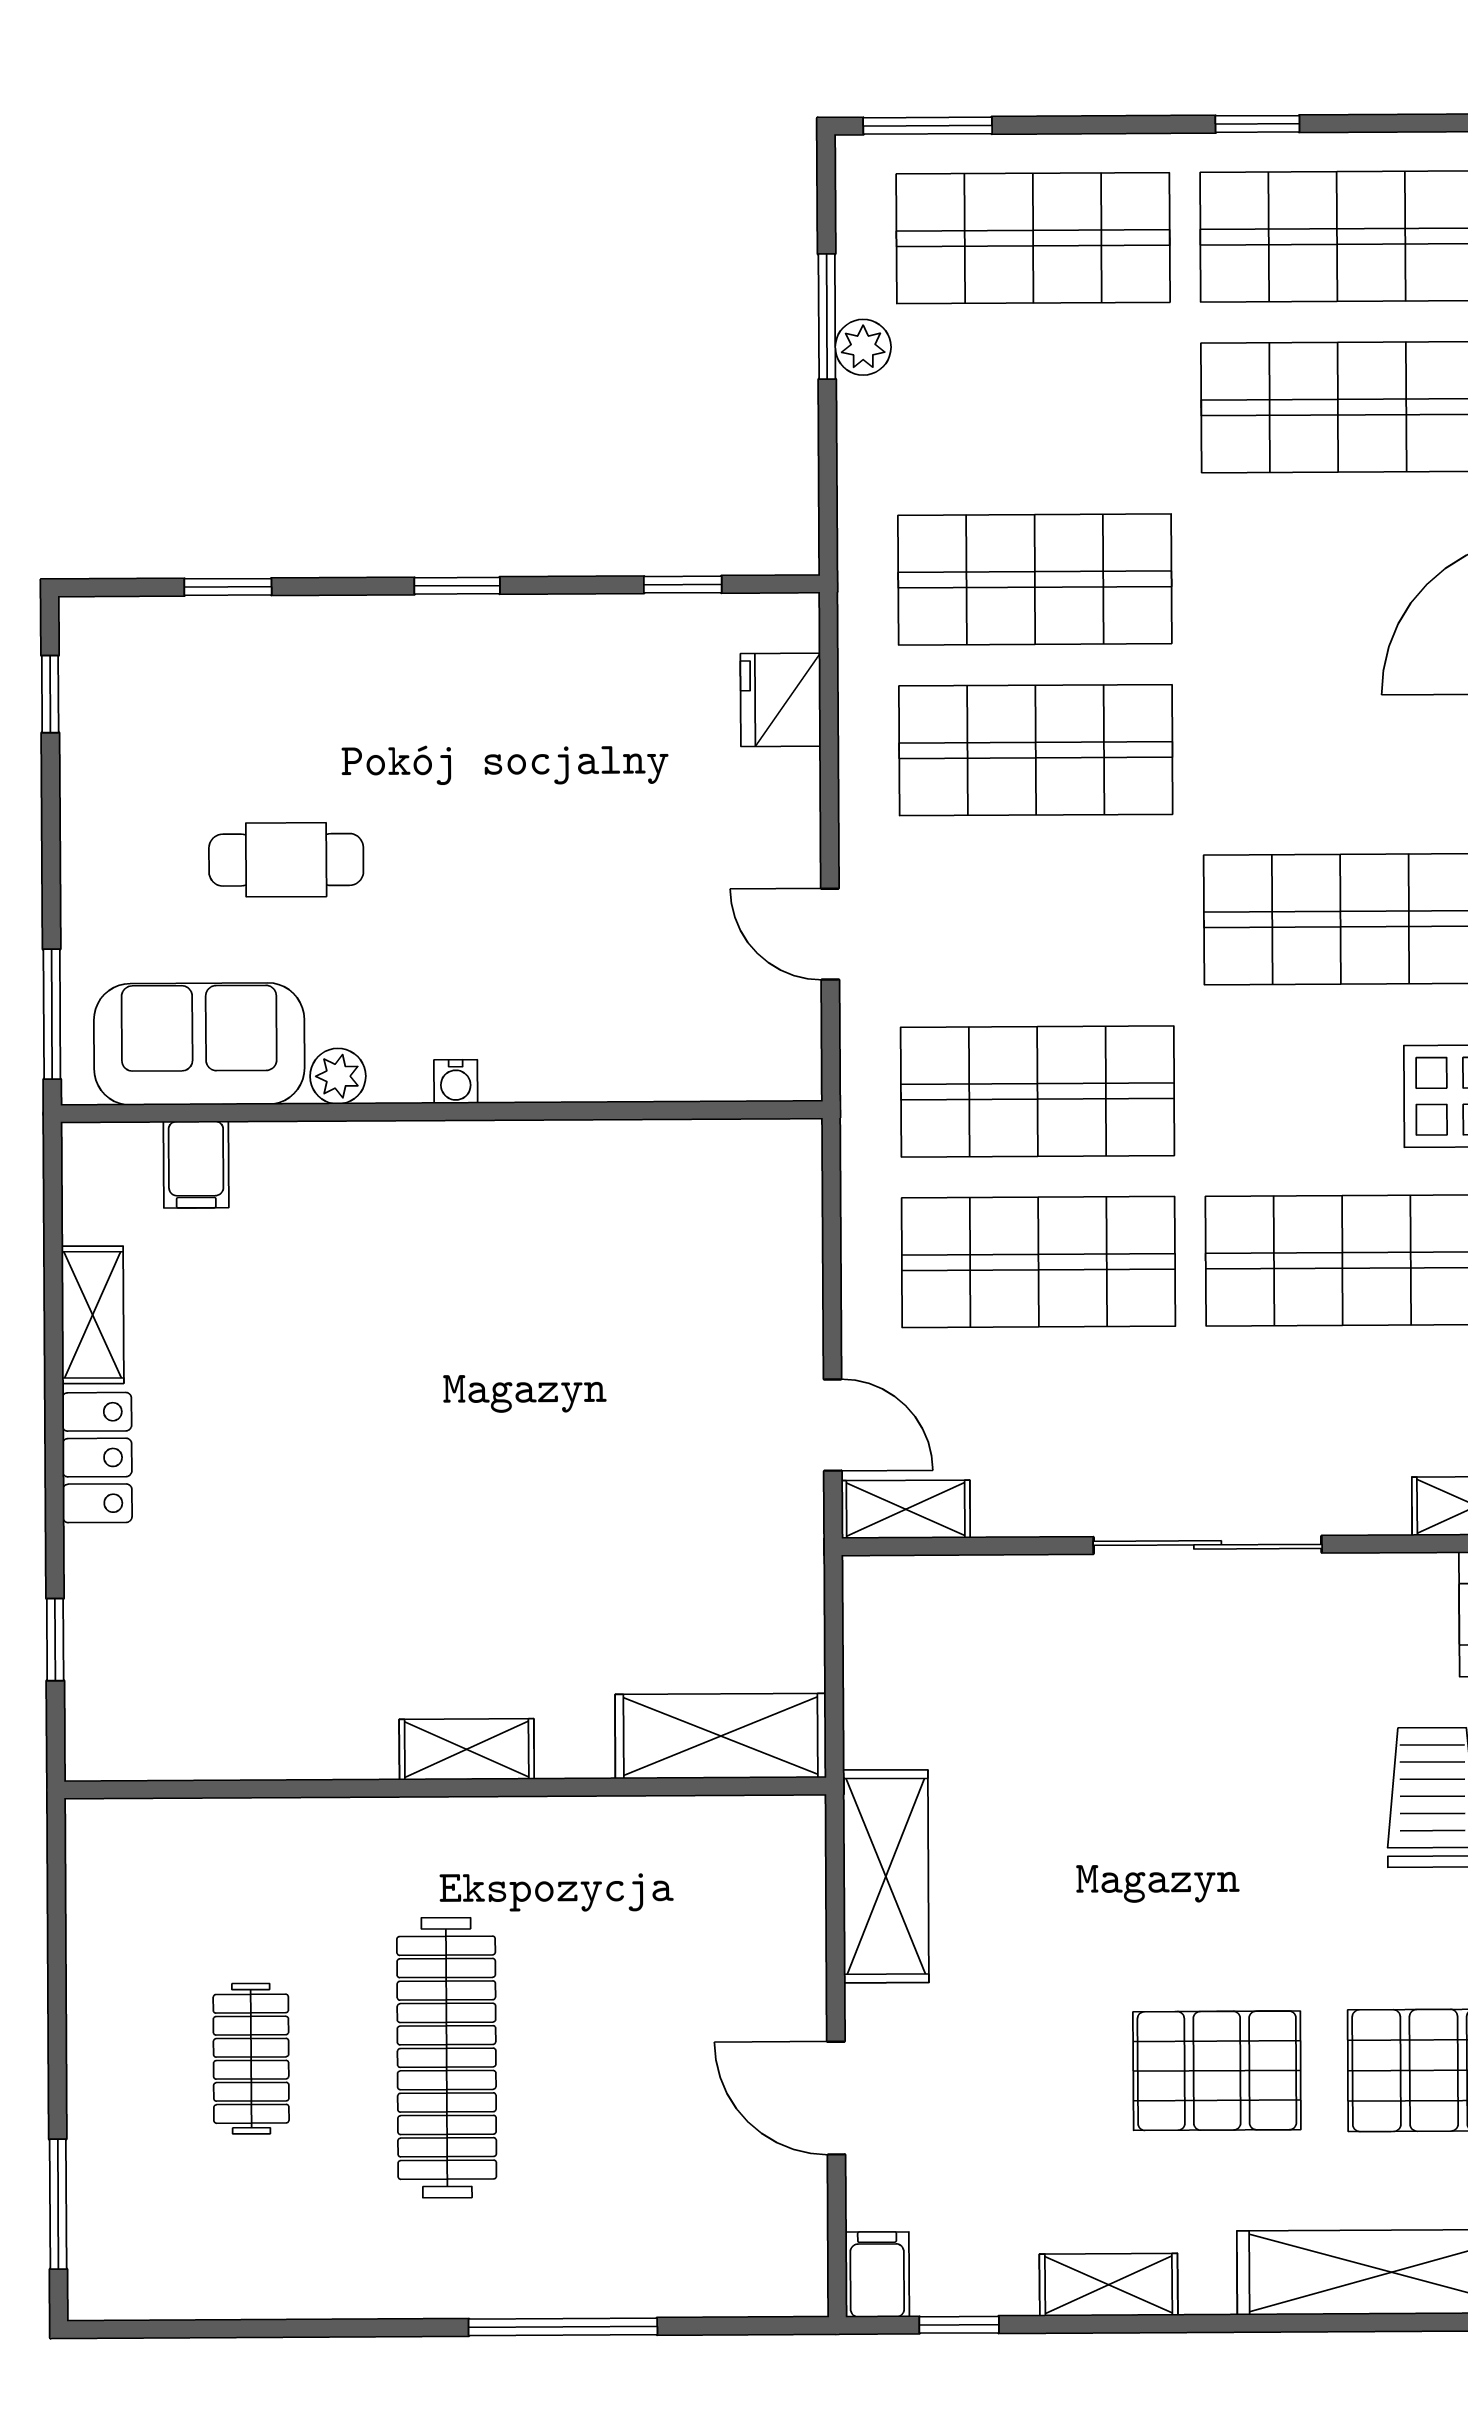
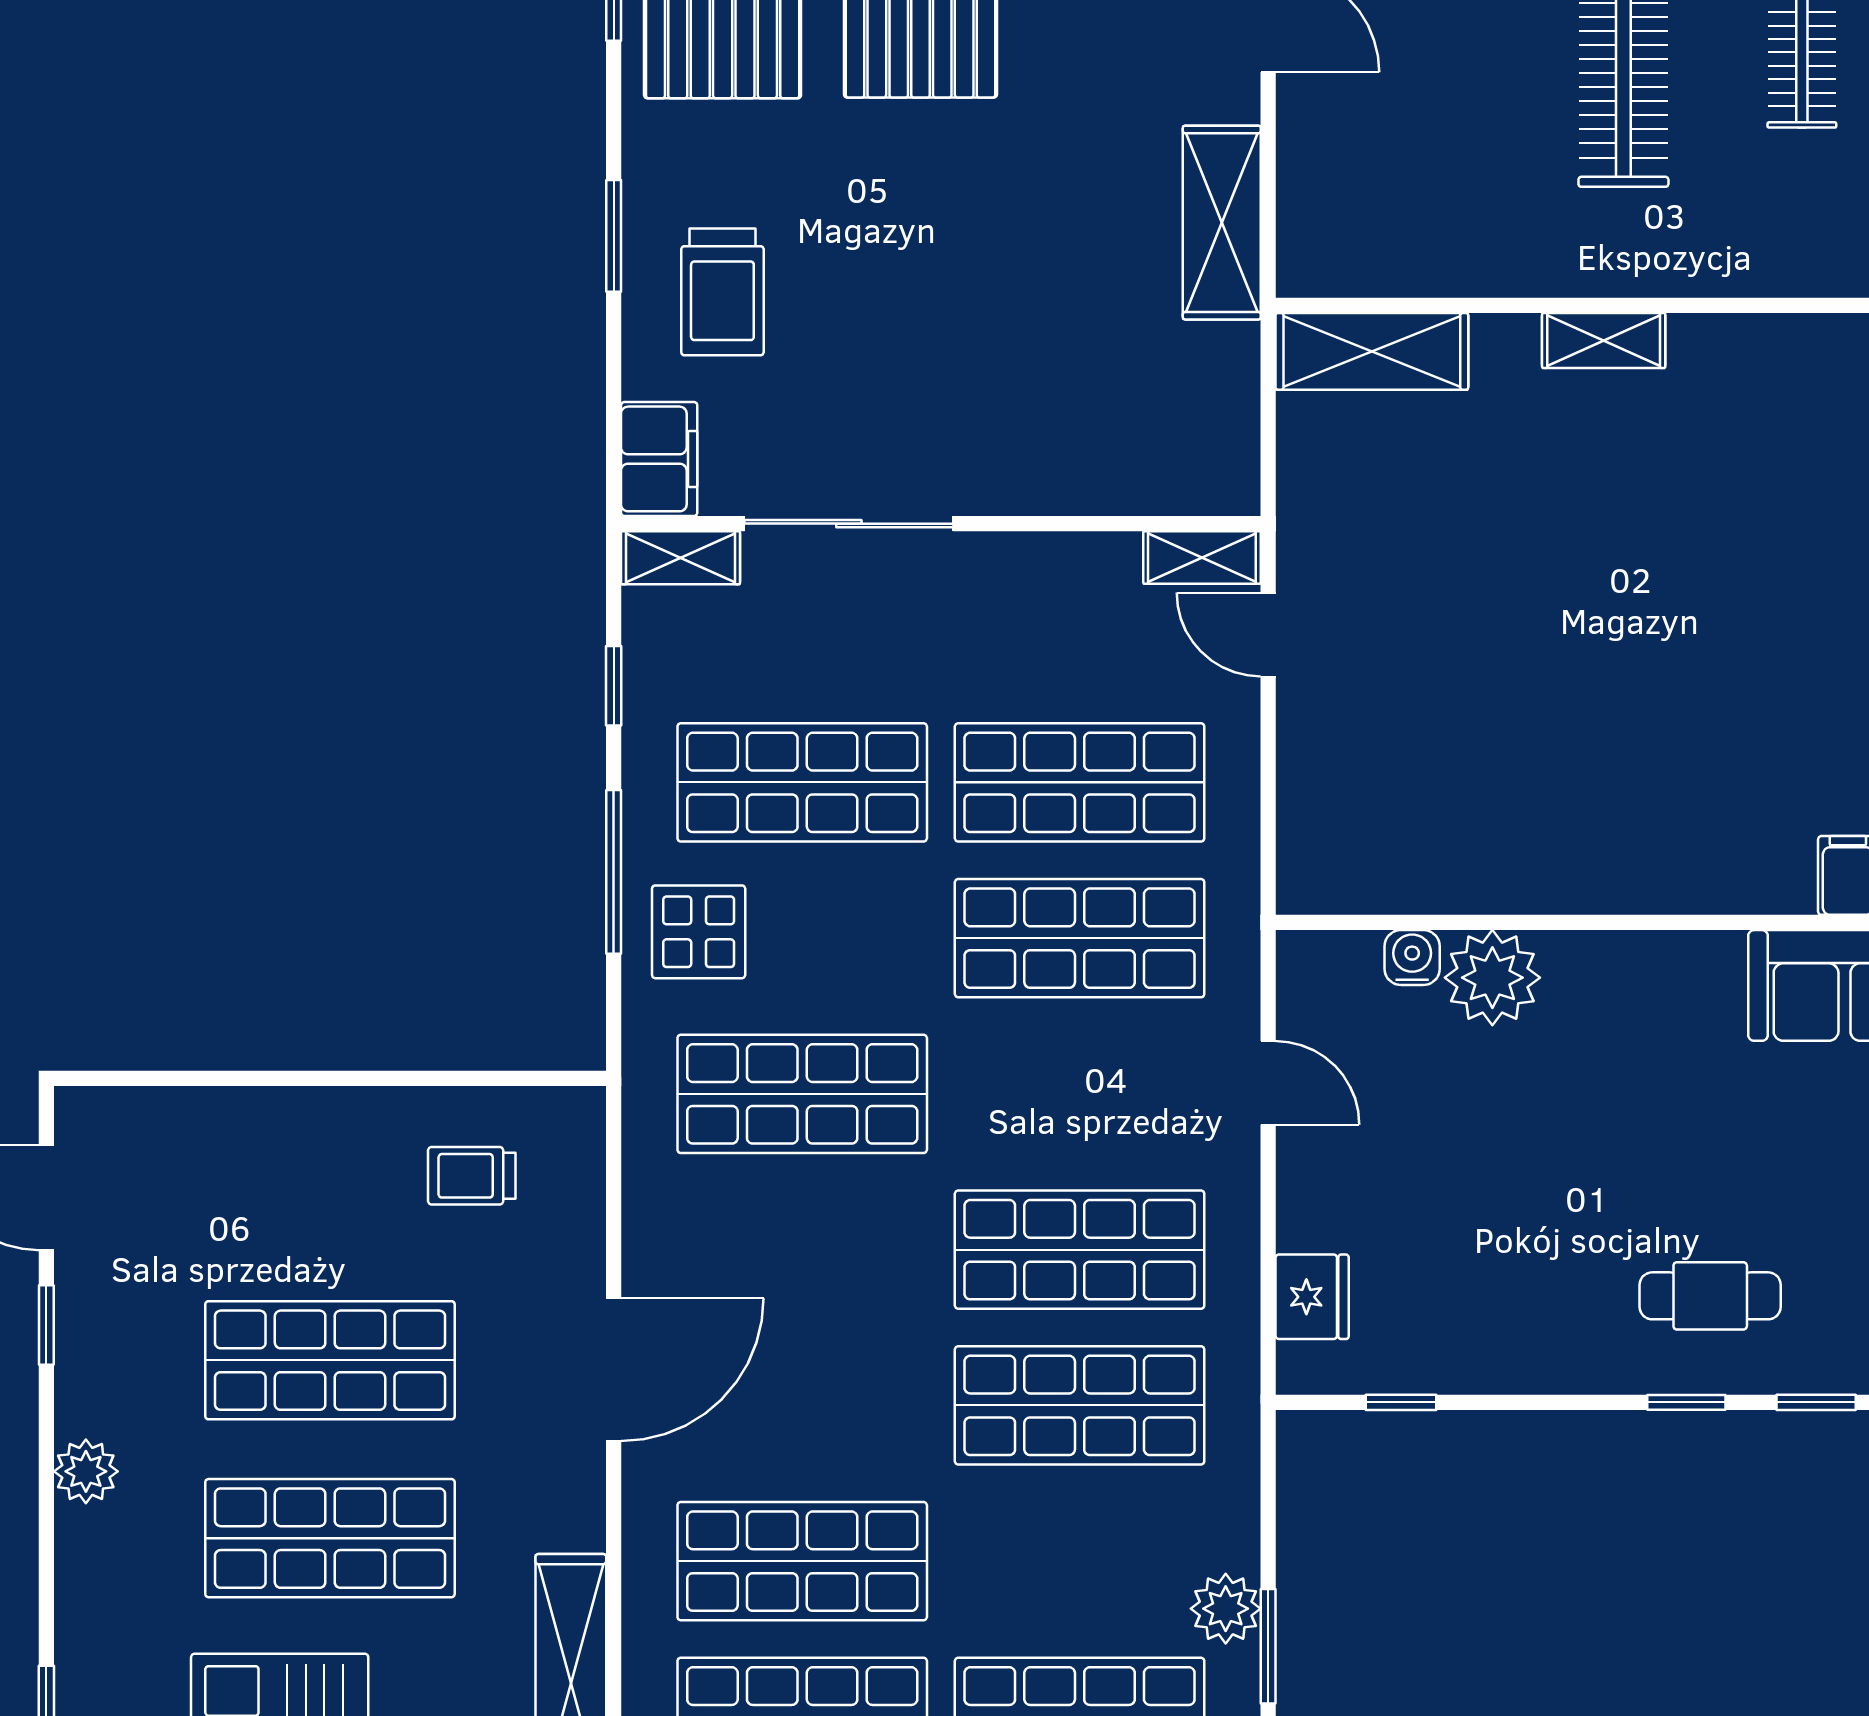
plant: (863, 347) -> (1226, 1609), width x1.38, depth x1.38
window: (457, 586) -> (1686, 1402), moved
cafe table: (286, 860) -> (1710, 1296), moved
plant: (338, 1076) -> (1492, 978), moved, width x1.87, depth x1.87
water cooler: (456, 1082) -> (1412, 958), moved, width x1.38, depth x1.38
sliding door: (1208, 1545) -> (849, 524), moved

